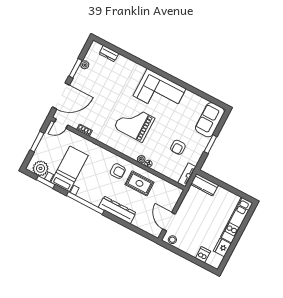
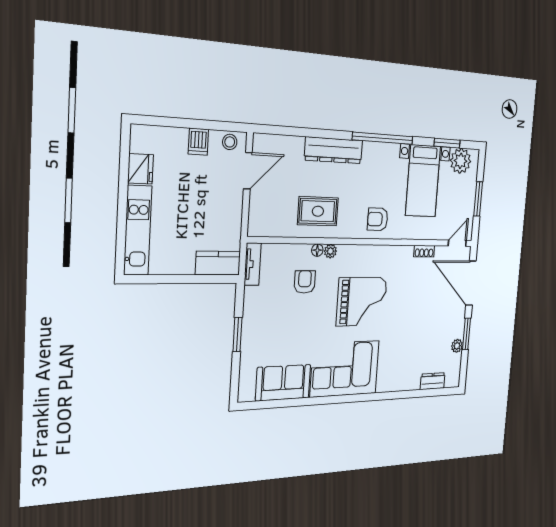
door: (61, 96) -> (471, 283), hinge flipped
sofa: (210, 120) -> (283, 383), moved, turned -90
armchair: (178, 147) -> (305, 282), moved
armchair: (118, 171) -> (378, 219), moved
door: (169, 222) -> (248, 171), hinge flipped
dishwasher: (203, 255) -> (198, 142), moved

